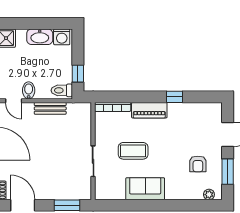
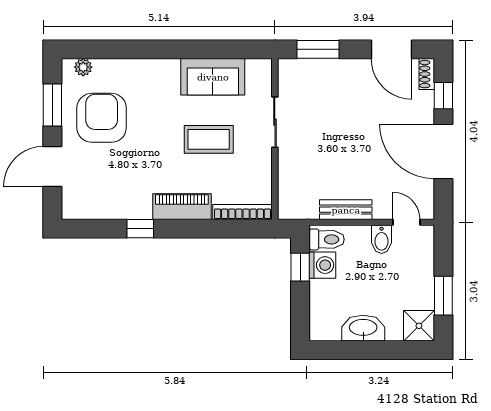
washing machine: (62, 37) -> (322, 265), moved, turned 90
armchair: (198, 164) -> (102, 118), width x1.88, depth x1.88
sofa: (145, 189) -> (213, 77), moved

